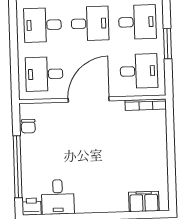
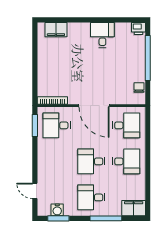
desk: (137, 22) -> (57, 161), removed
window: (167, 44) -> (35, 125), moved
door: (89, 100) -> (94, 106), hinge flipped
desk: (58, 197) -> (102, 35), moved

